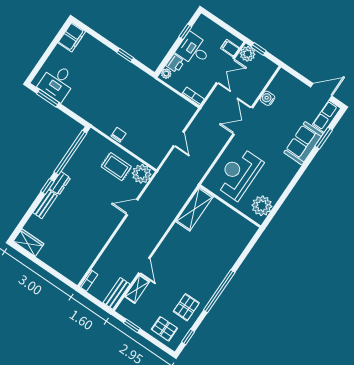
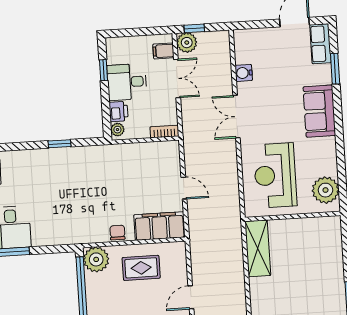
sofa: (304, 143) -> (319, 111), moved
filing cabinet: (146, 150) -> (159, 226), added
plant: (142, 174) -> (96, 259), moved

